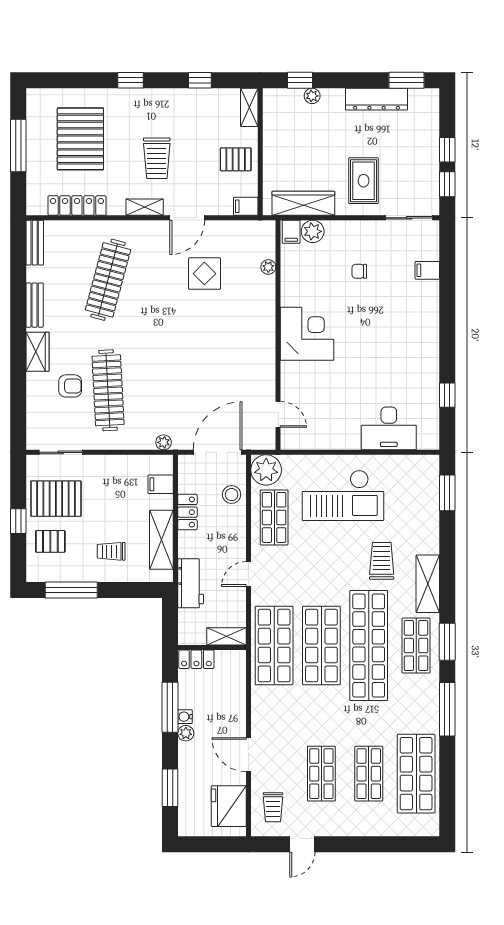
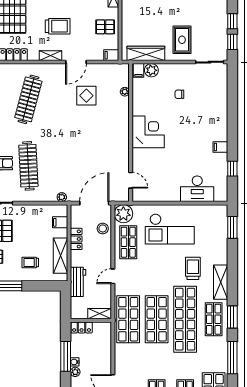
trolley: (157, 158) -> (58, 26), turned -90
filing cabinet: (427, 270) -> (220, 147), moved

